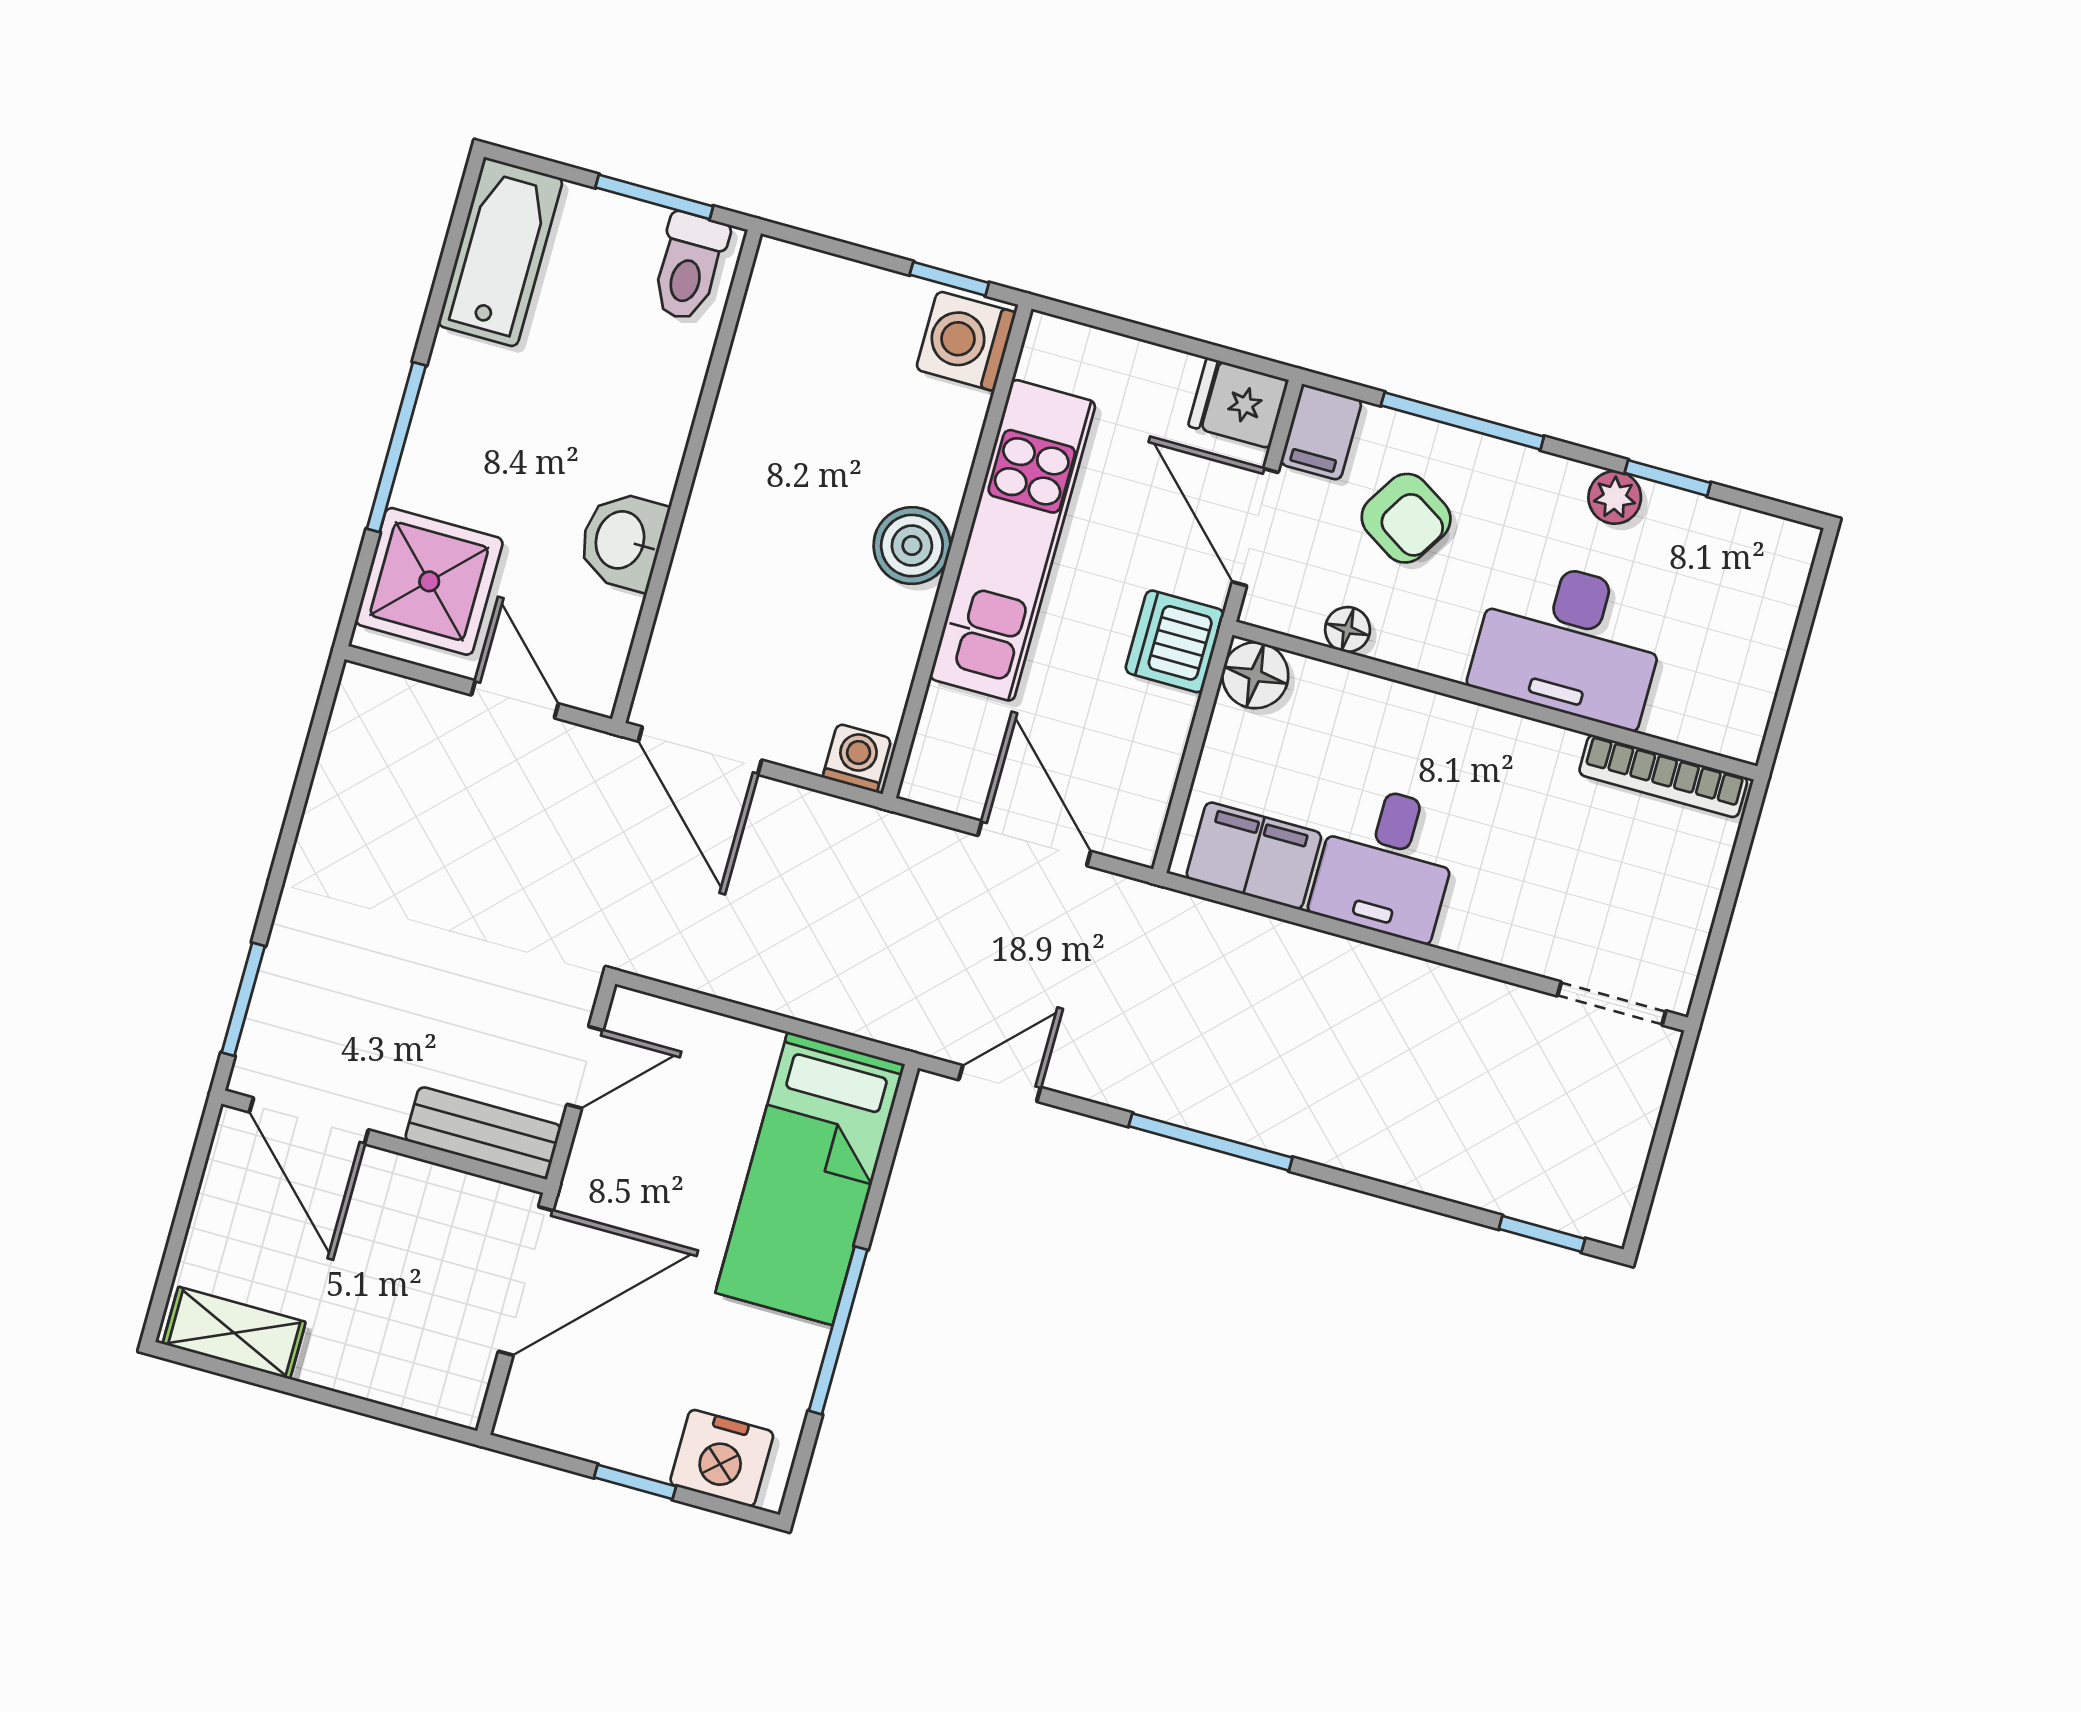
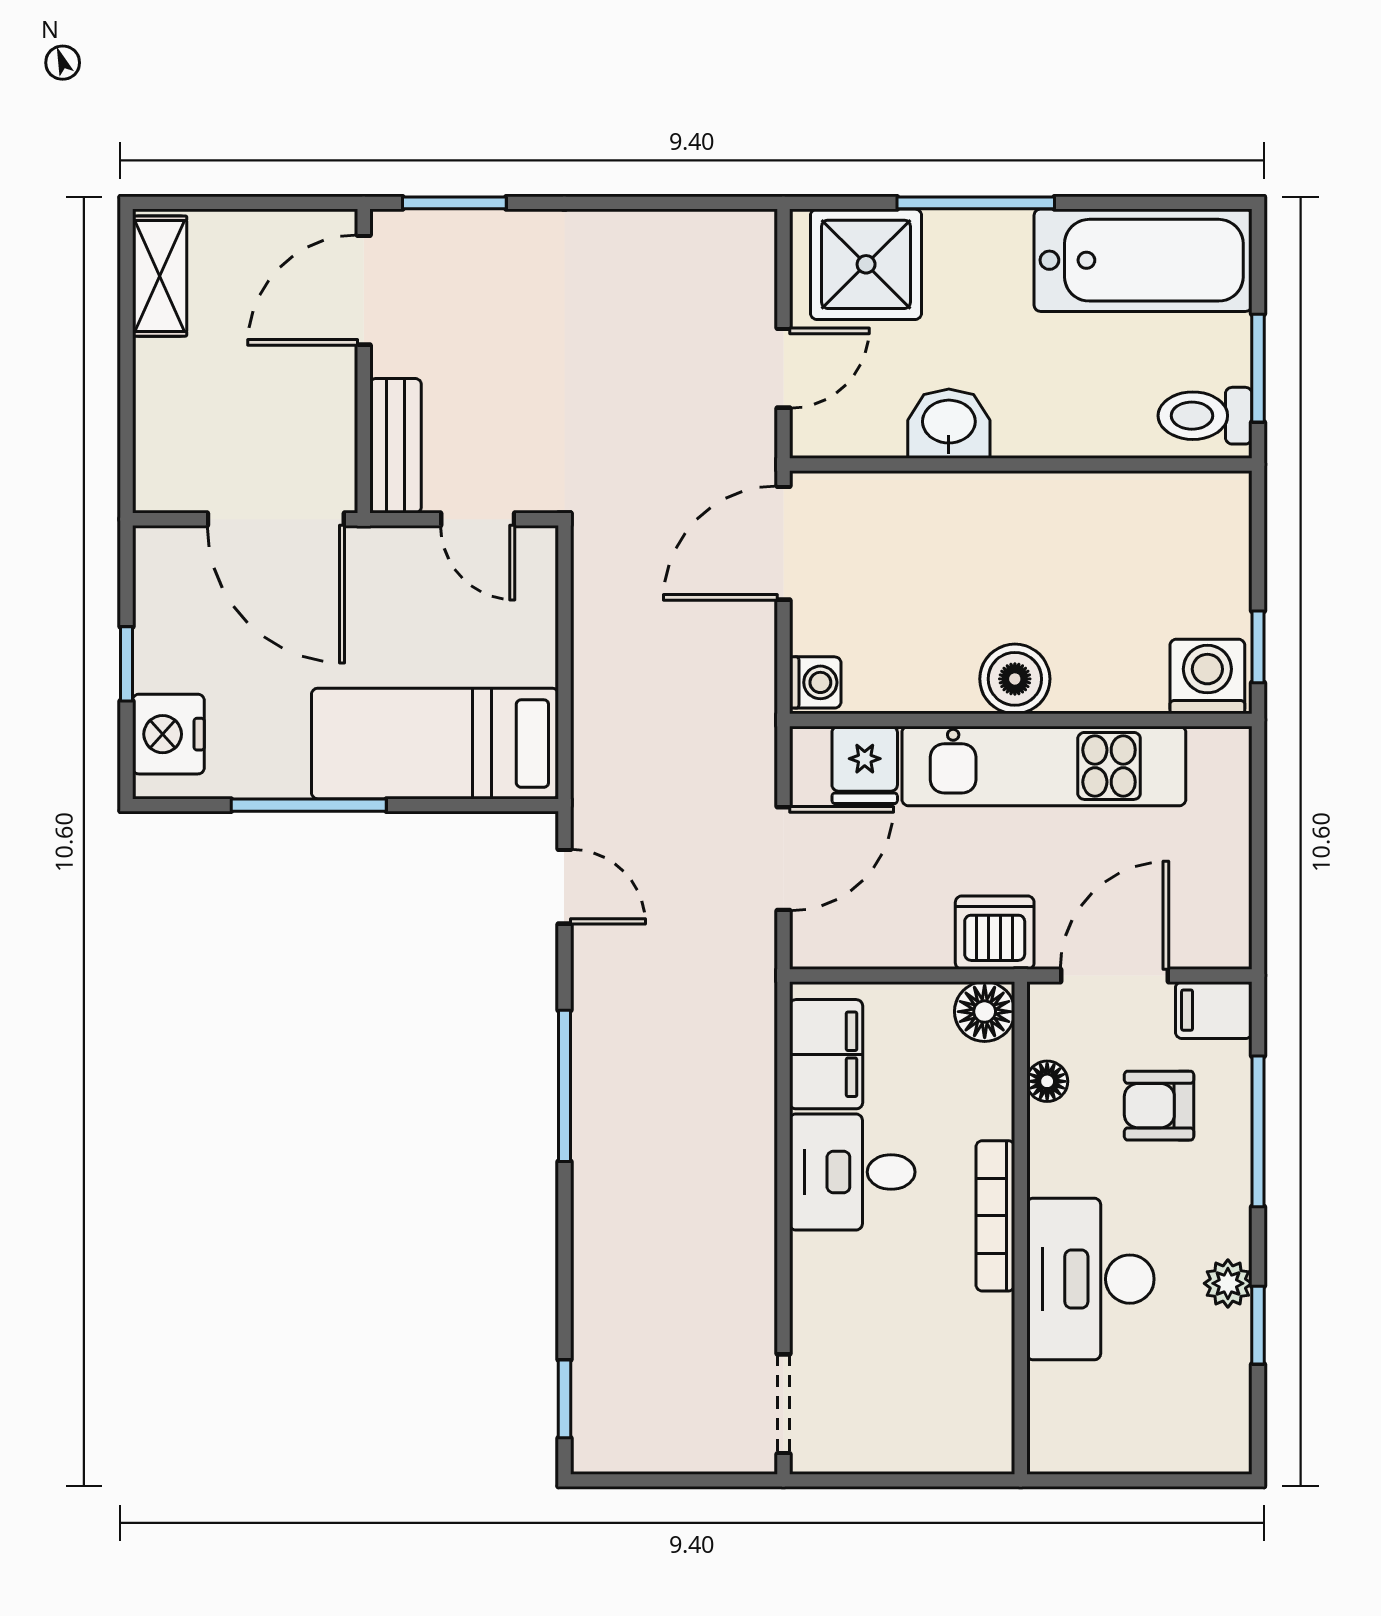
bathtub: (500, 252) -> (1143, 260), width x1.36, depth x1.36
fridge: (1238, 403) -> (865, 765), moved, turned 180
armchair: (1406, 518) -> (1159, 1106), turned 58
bookcase: (1663, 776) -> (995, 1216), moved

